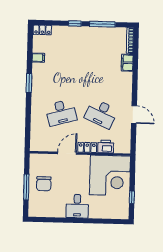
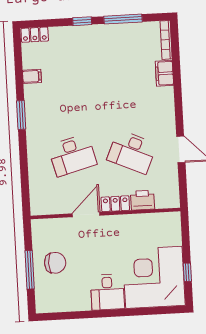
corner desk: (110, 175) -> (154, 277), moved, turned 180
chair: (44, 184) -> (55, 263), turned -90

